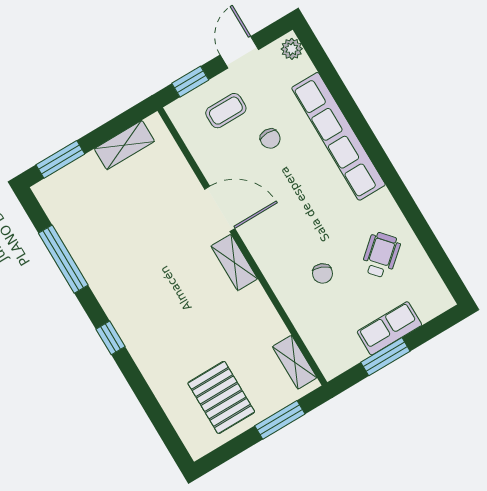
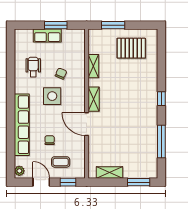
door: (239, 52) -> (41, 182), swing flipped
side table: (314, 222) -> (52, 96), added
wheelchair: (381, 255) -> (33, 67), turned 131
shelving: (295, 362) -> (93, 66), moved
pallet: (221, 397) -> (131, 48), turned 90

